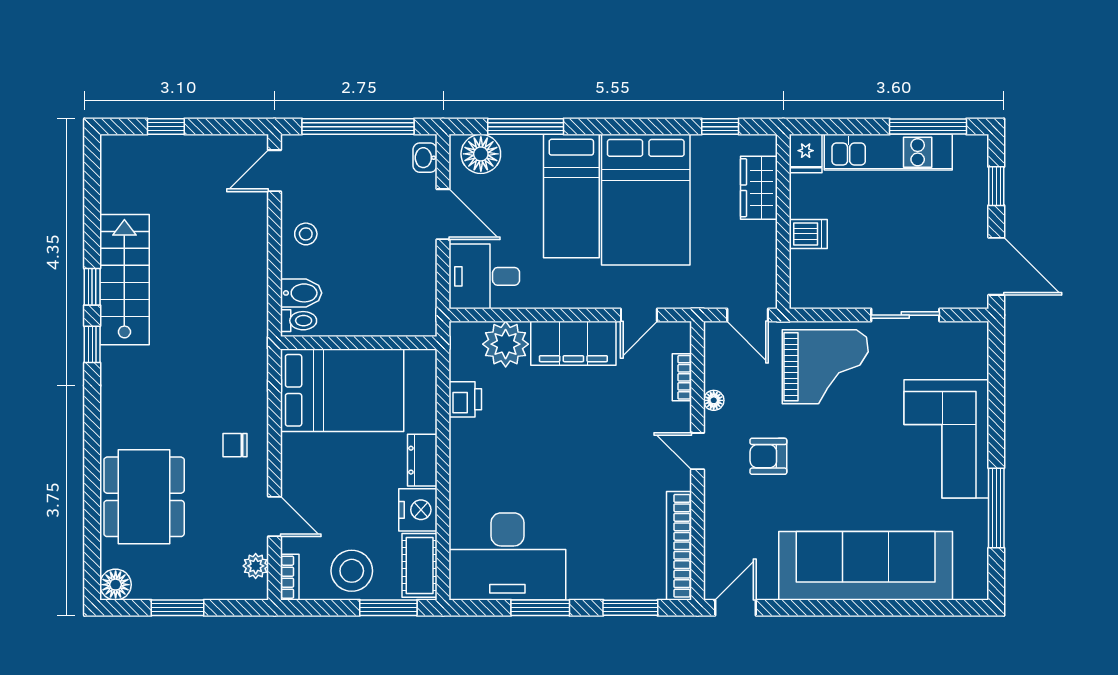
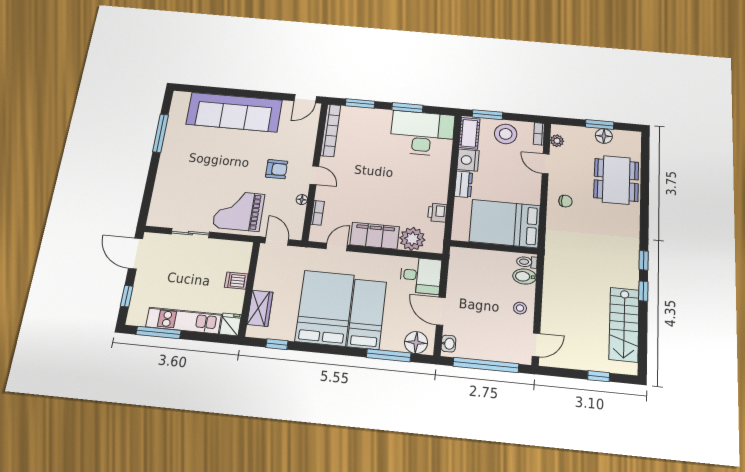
stairs: (124, 280) -> (624, 325), moved
corner sofa: (946, 439) -> (180, 169), removed
floor lamp: (116, 585) -> (604, 136), moved

